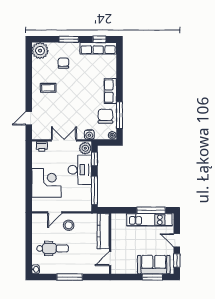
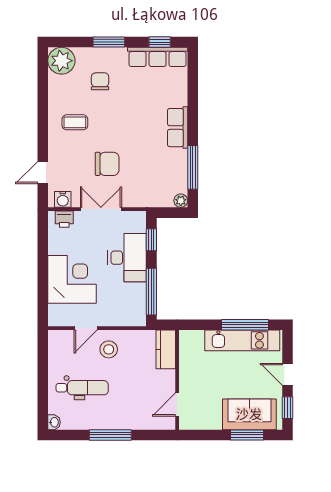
chair: (105, 116) -> (107, 164), moved, turned 90
water cooler: (89, 135) -> (63, 199), moved
plant: (85, 148) -> (136, 222), removed
kitchen counter: (103, 231) -> (166, 349), width x0.67

